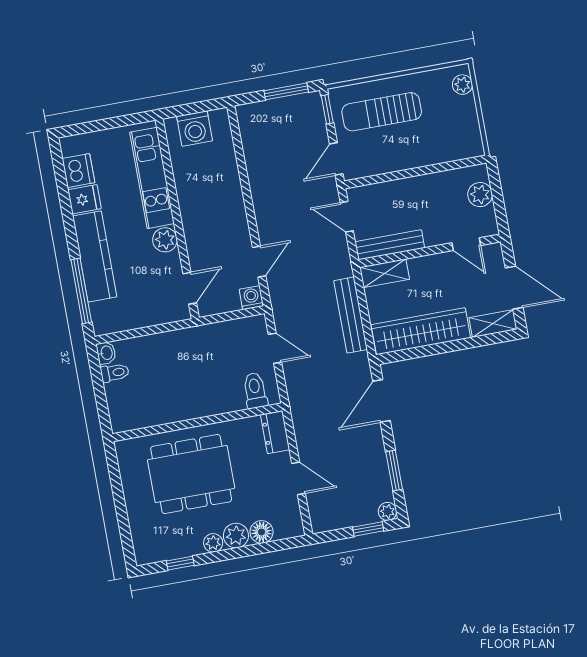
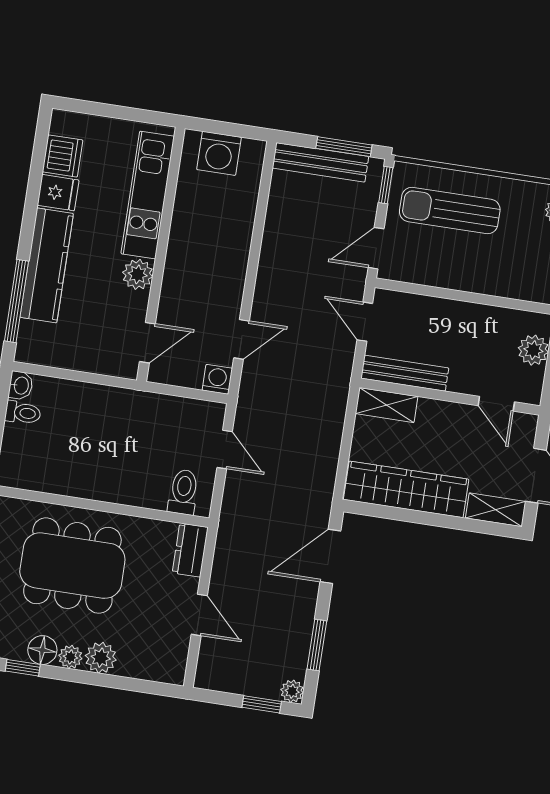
bench: (351, 315) -> (320, 162), moved, turned 90
floor lamp: (262, 532) -> (42, 650), moved

